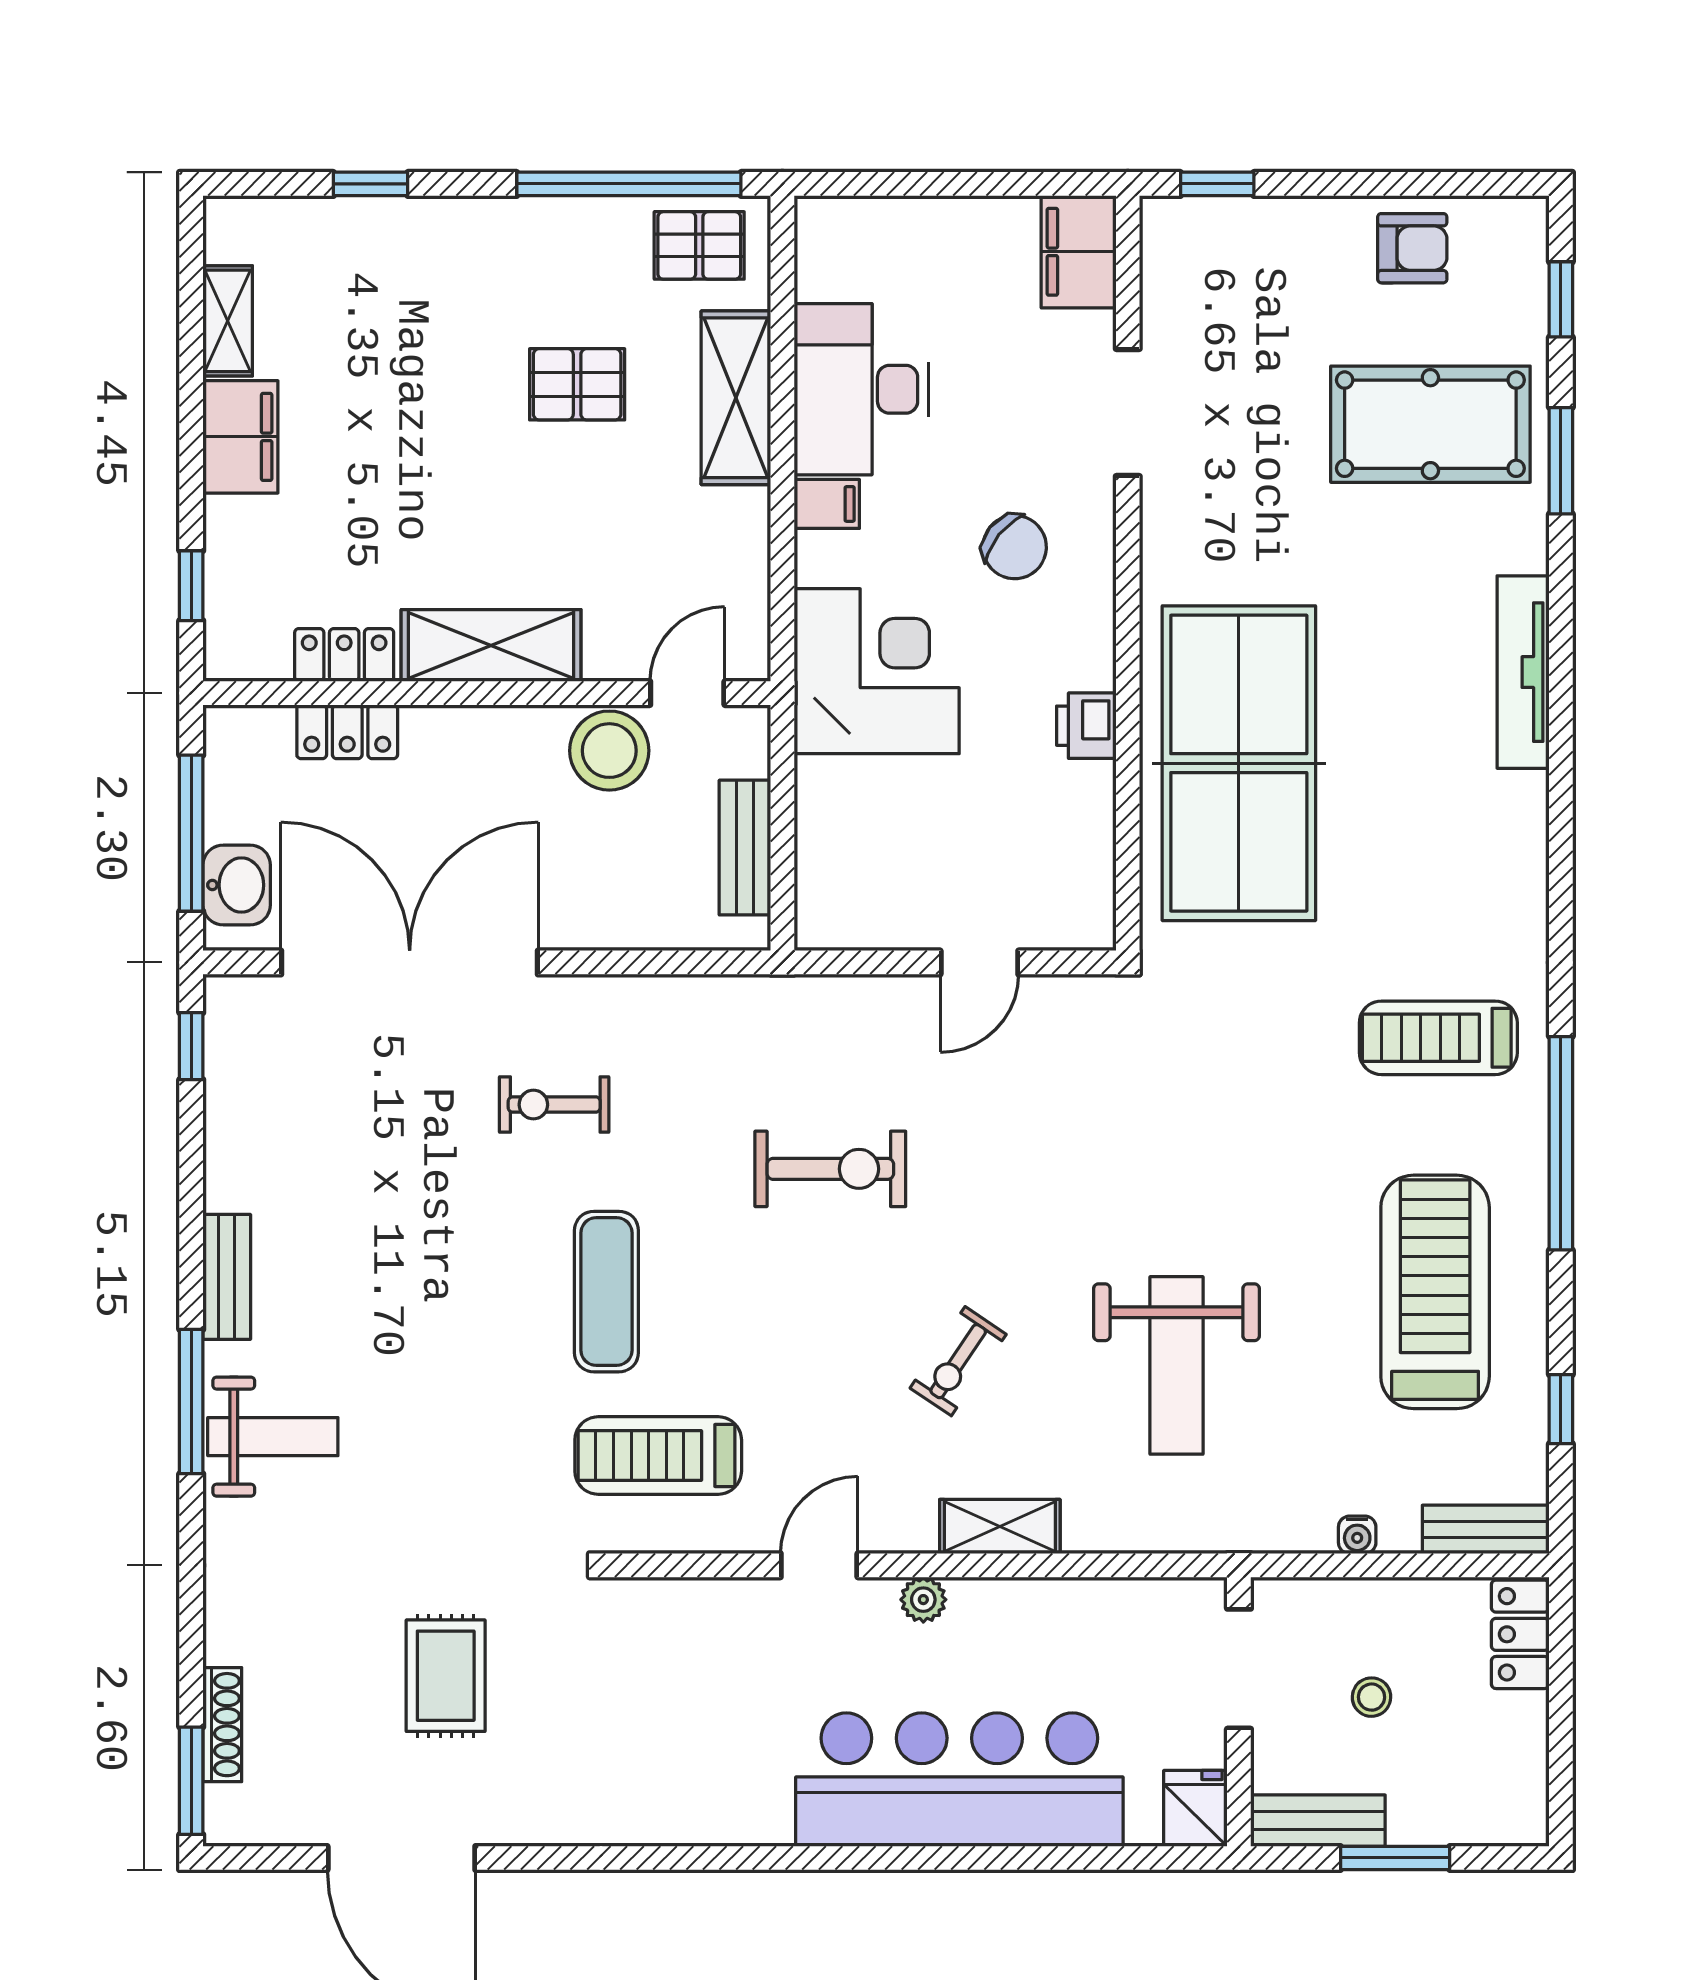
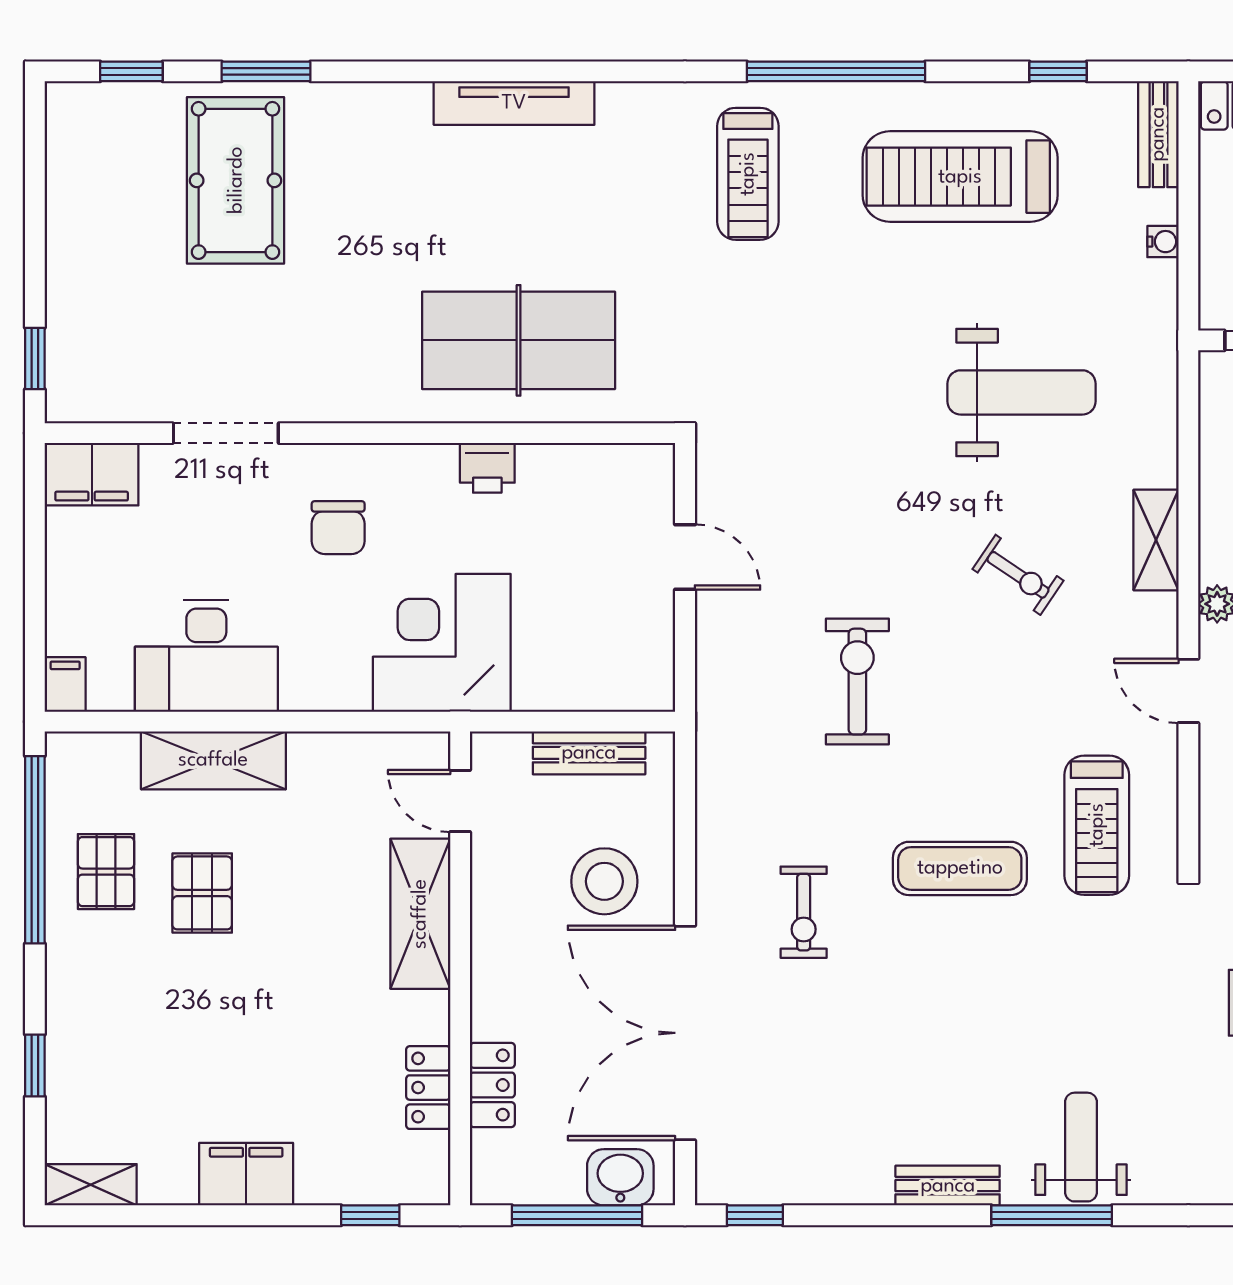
pallet: (699, 245) -> (106, 872), moved
armchair: (1412, 248) -> (89, 196), removed
shelving: (228, 321) -> (91, 1185), moved
filing cabinet: (827, 504) -> (65, 684), moved
chair: (1015, 547) -> (338, 528), turned 141
shelving: (491, 646) -> (420, 914), moved
tv unit: (1523, 672) -> (514, 103), moved
stool: (609, 751) -> (604, 881), moved
table tennis table: (1239, 763) -> (519, 340), width x0.73, depth x0.76

